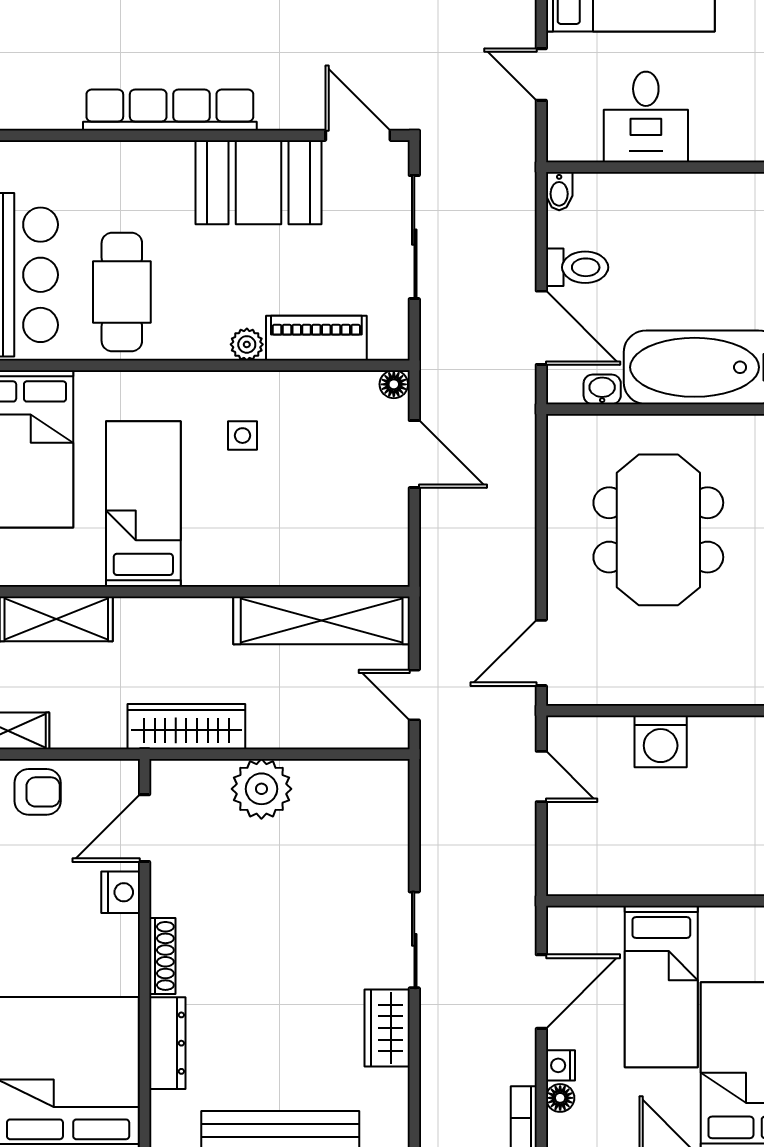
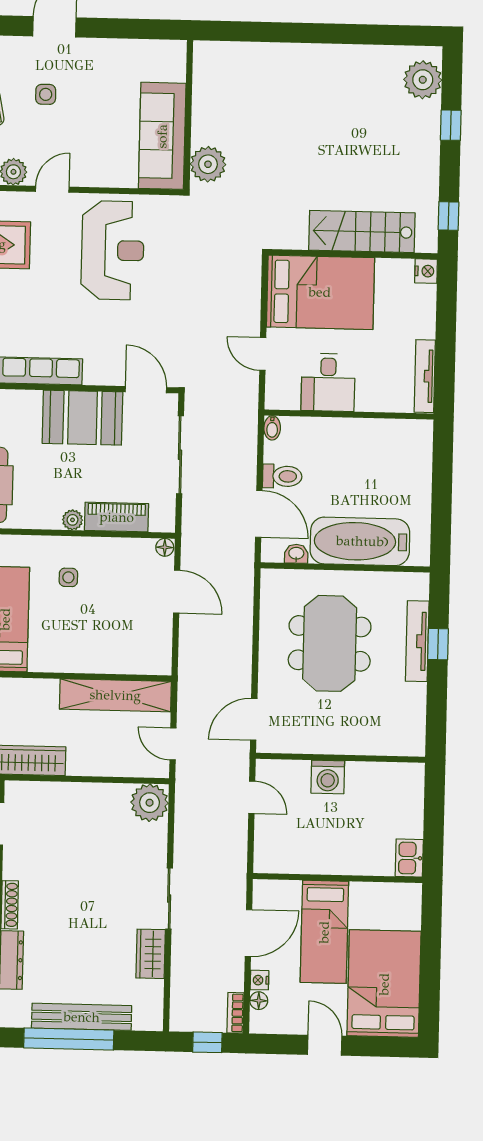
plant: (261, 789) -> (150, 803), moved

